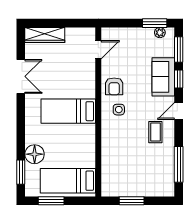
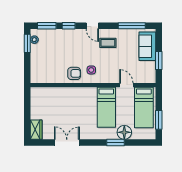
wardrobe: (45, 35) -> (36, 130), width x0.67
door: (98, 50) -> (126, 85), moved
sofa: (163, 77) -> (147, 46), moved, turned 90
bed: (68, 111) -> (106, 107), moved
window: (21, 172) -> (116, 142), moved

